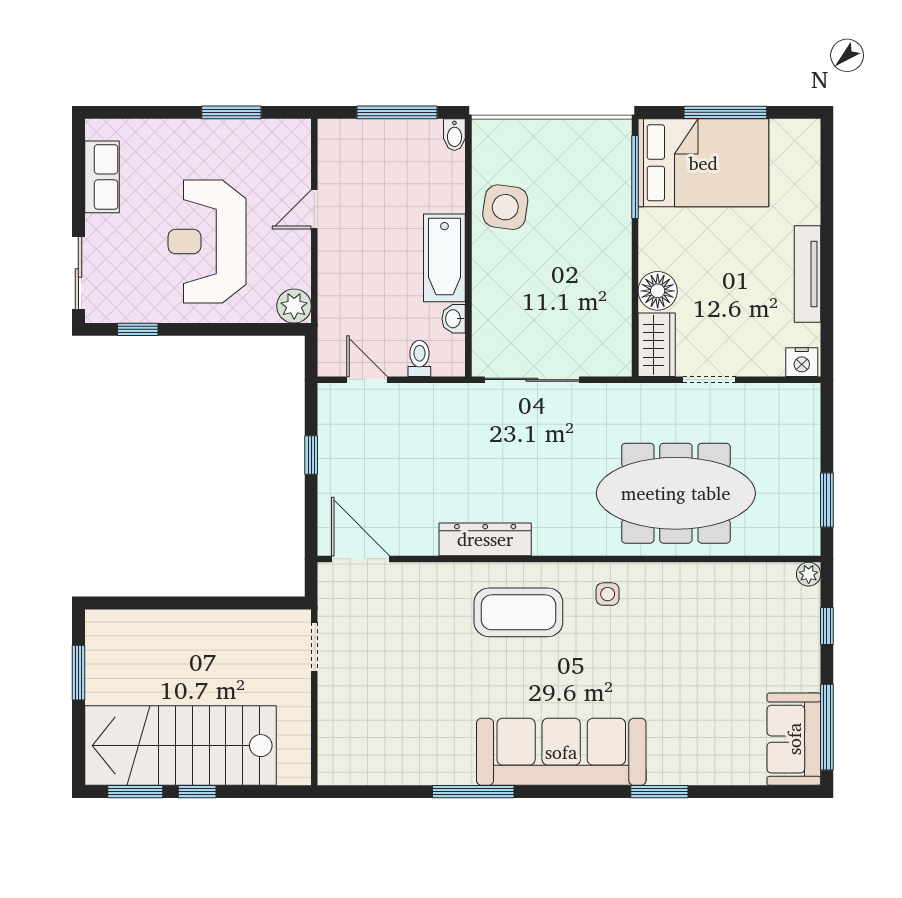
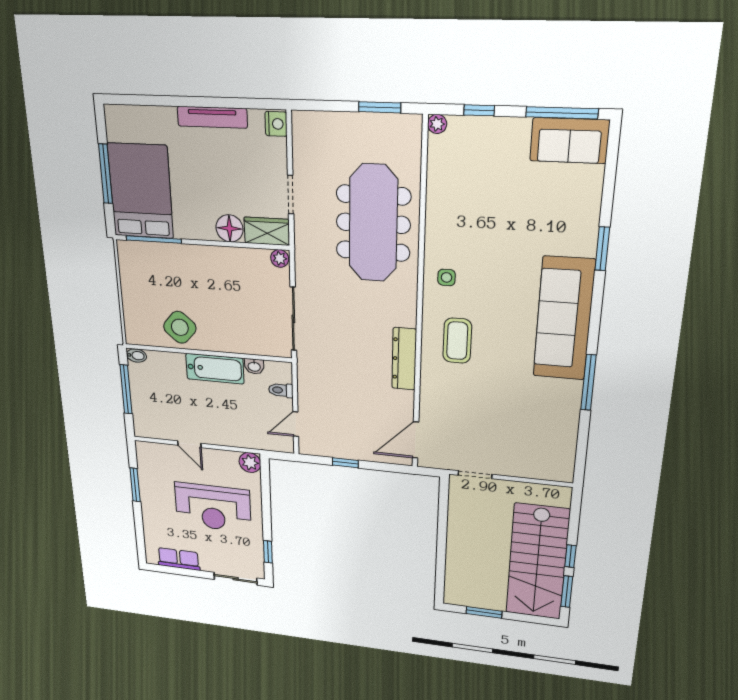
side table: (505, 207) -> (180, 327), turned 33
plant: (619, 362) -> (280, 258), added
coffee table: (518, 612) -> (457, 341), width x0.73, depth x0.76

